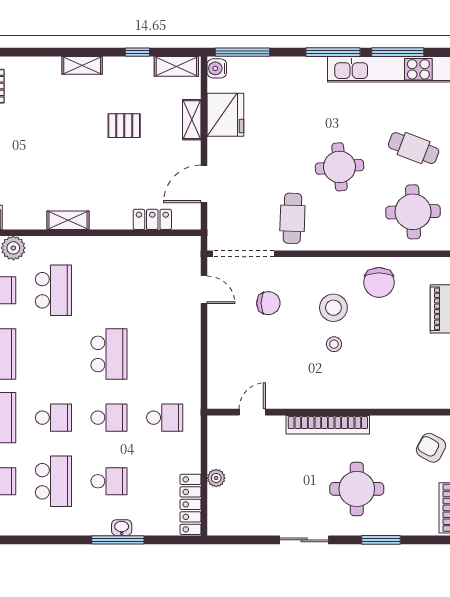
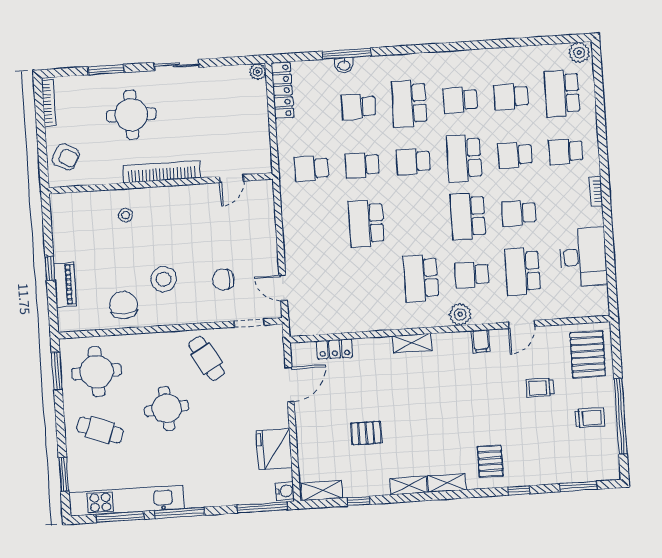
shelving: (192, 120) -> (447, 483), moved, turned 90
cafe table: (292, 218) -> (207, 358), turned -31
doorway: (243, 254) -> (249, 323), width x0.53
stool: (334, 344) -> (126, 215), moved
plant: (216, 478) -> (258, 72), moved

